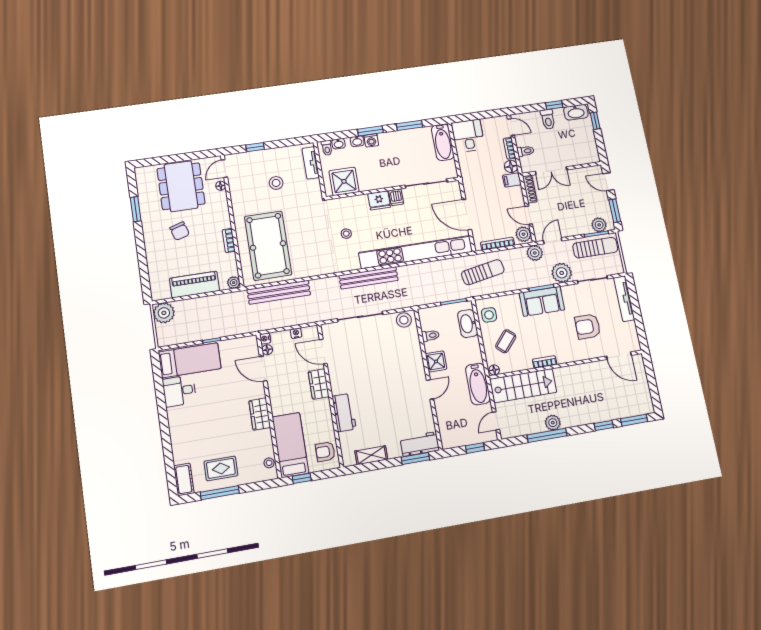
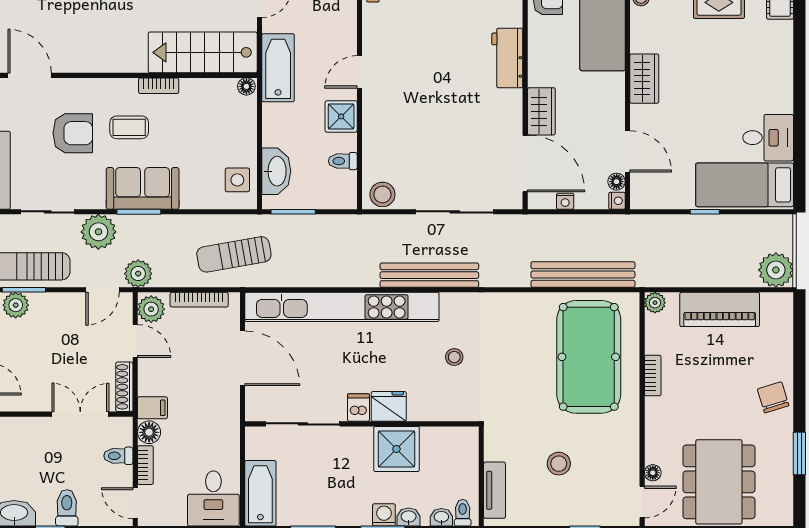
shower: (344, 181) -> (396, 449), moved
chair: (180, 231) -> (773, 397), moved
coffee table: (506, 341) -> (129, 127), moved, turned 49
door: (323, 352) -> (525, 164), width x1.36

